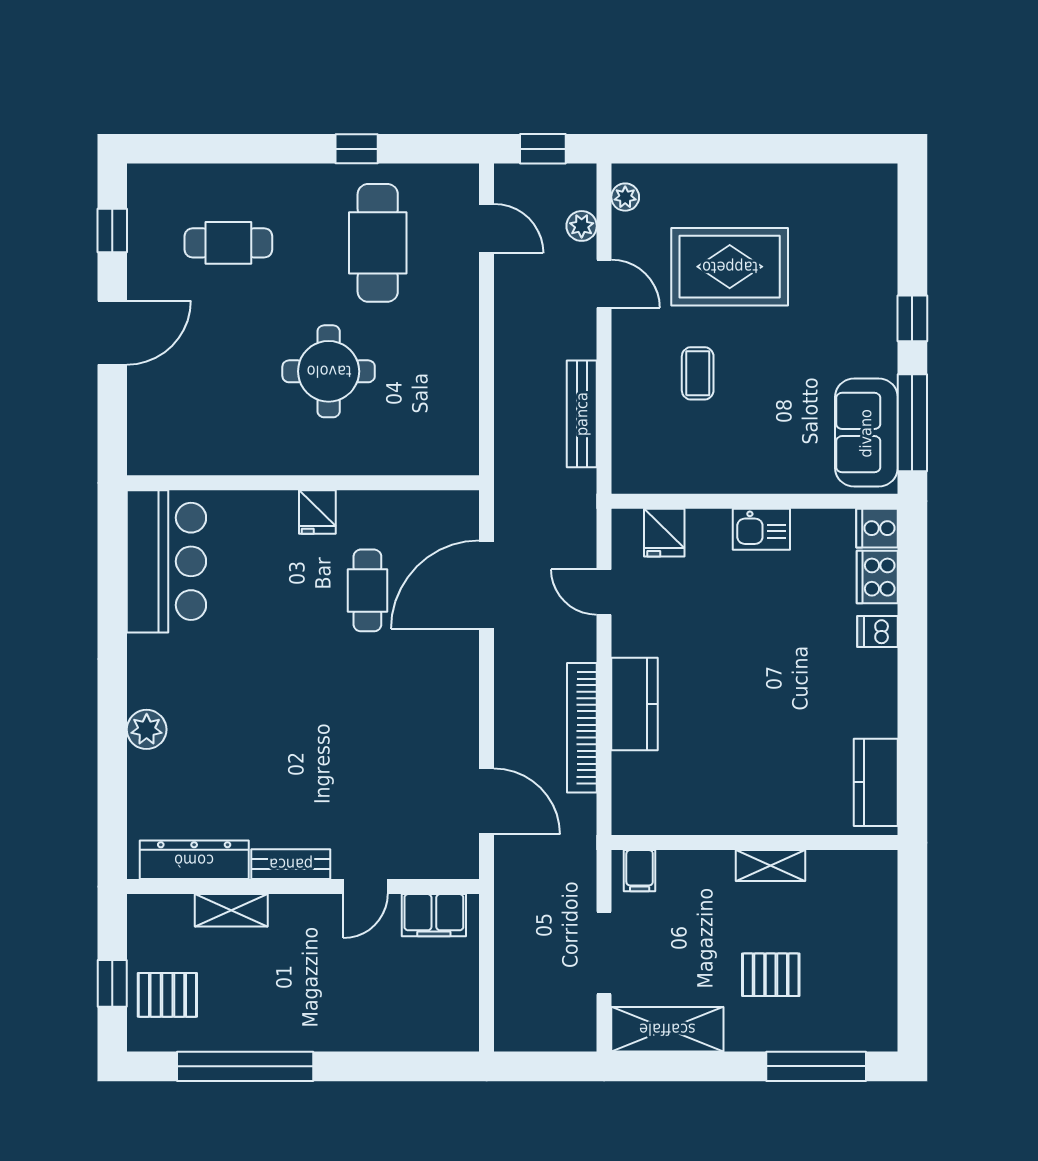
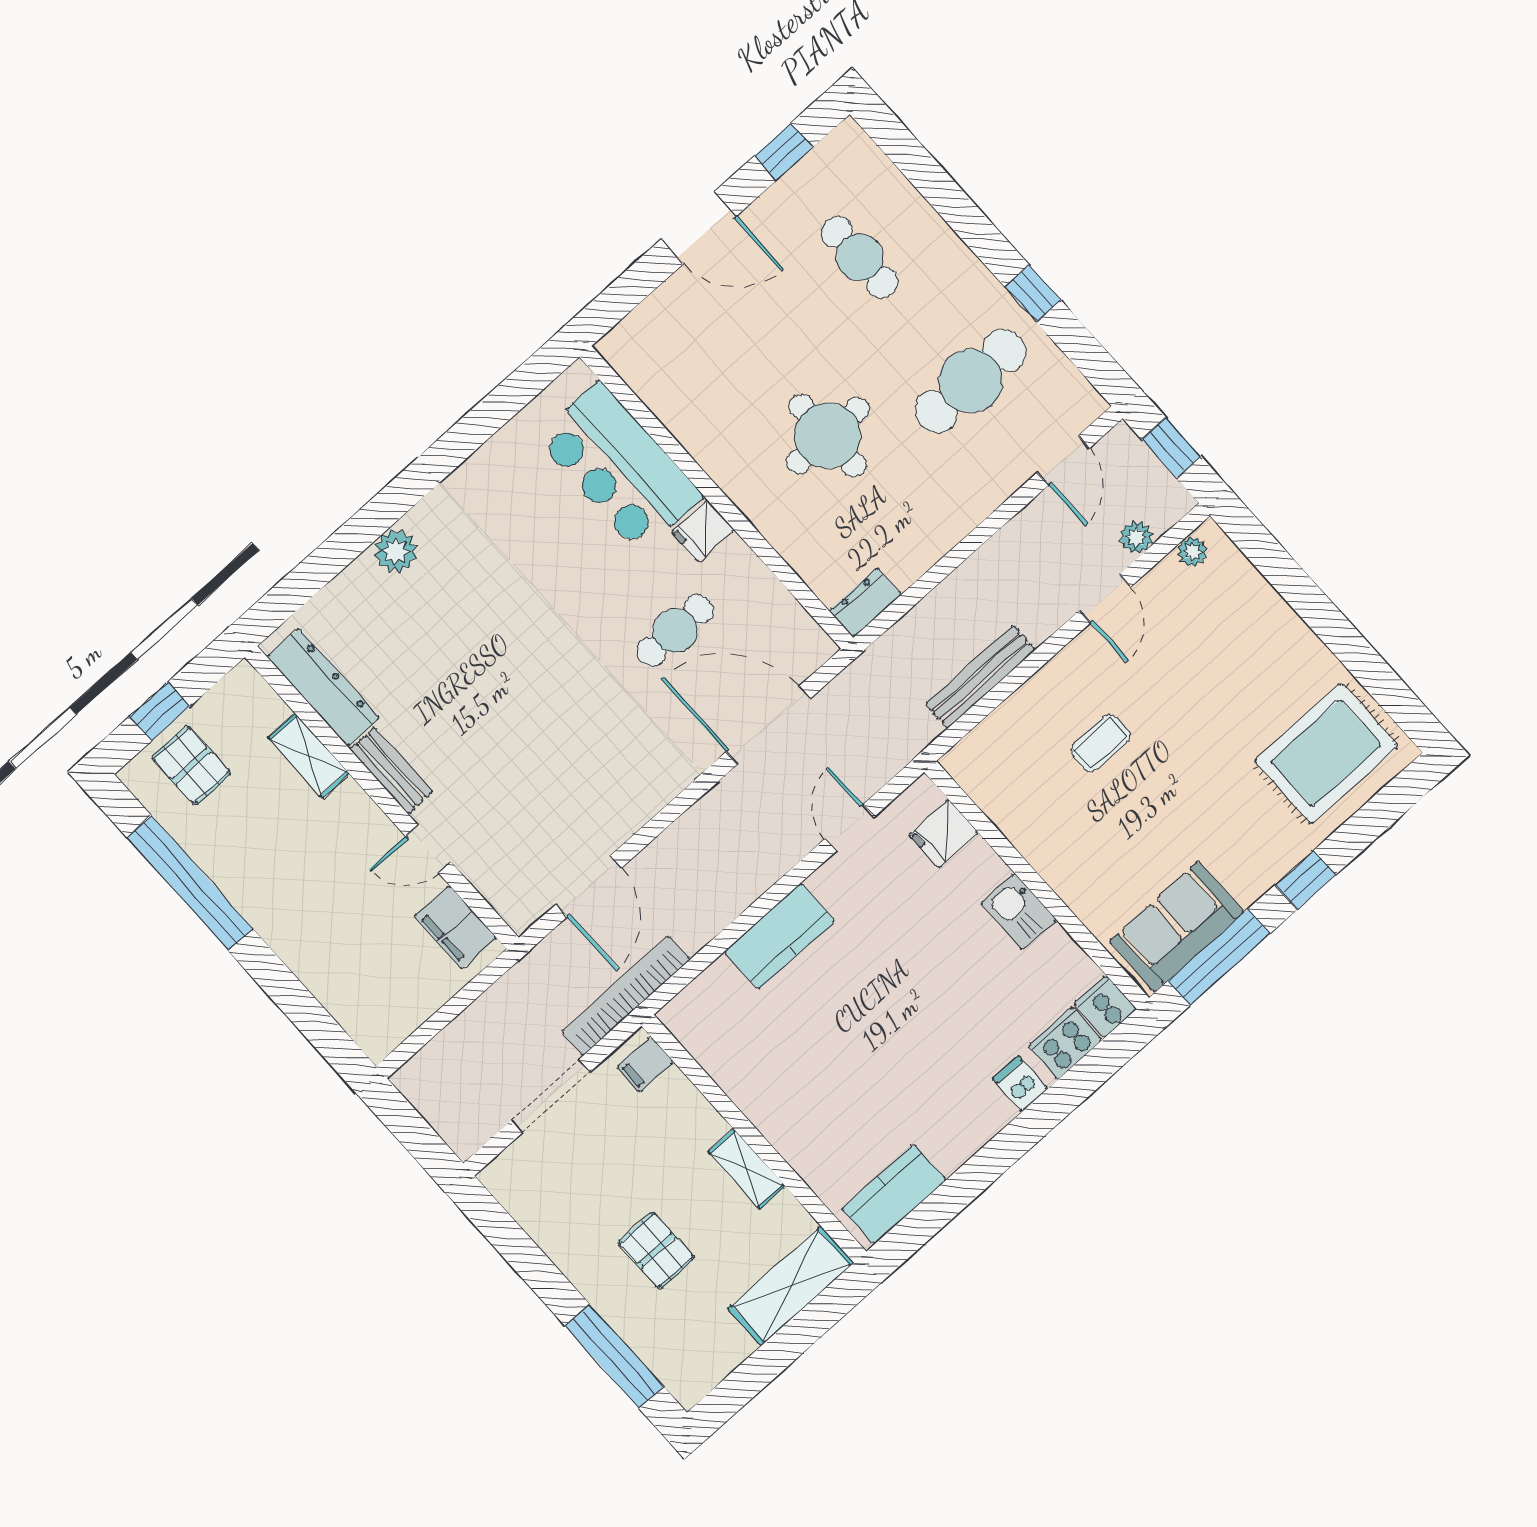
rug: (730, 267) -> (1326, 753), moved, turned 90
dresser: (463, 446) -> (865, 602), added
bar counter: (166, 561) -> (619, 467), moved, turned 90
bookcase: (582, 728) -> (626, 996), moved
shelving: (667, 1029) -> (791, 1286), moved, turned 90

